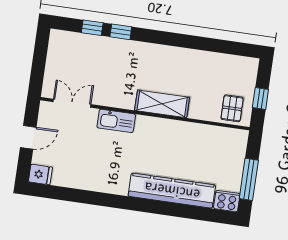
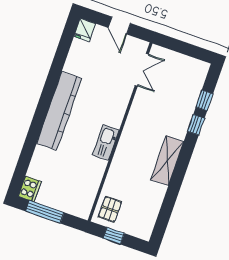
shelving: (162, 104) -> (167, 161), moved
pallet: (232, 108) -> (110, 209), turned 90
kitchen sink: (116, 121) -> (106, 143), moved
kitchen counter: (172, 191) -> (59, 111), moved

